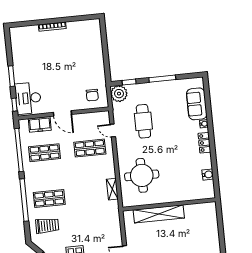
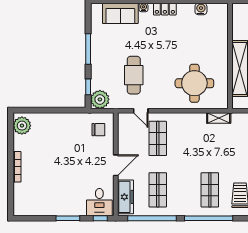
plant: (89, 27) -> (22, 126), added
desk: (28, 98) -> (99, 202), width x0.73
cafe table: (143, 121) -> (134, 75), turned 90
freezer: (40, 124) -> (125, 197), width x1.40
door: (113, 131) -> (141, 111), hinge flipped
shelving: (112, 189) -> (219, 118), moved

